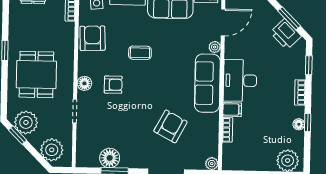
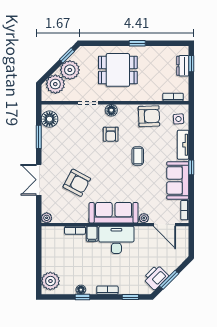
plant: (26, 122) -> (70, 70), moved
floor lamp: (110, 158) -> (50, 119), moved

